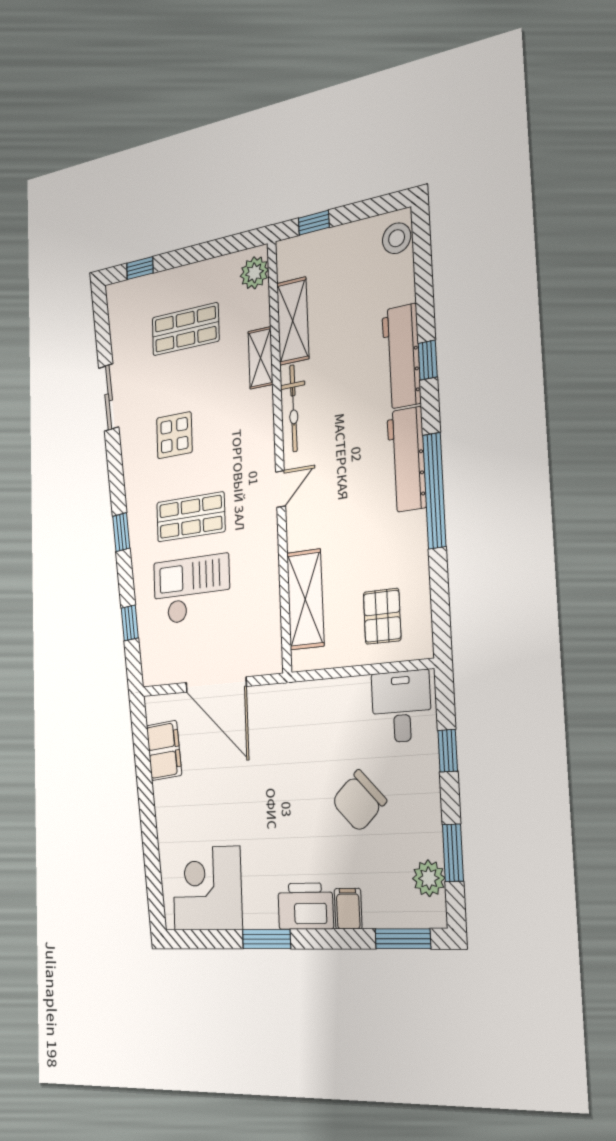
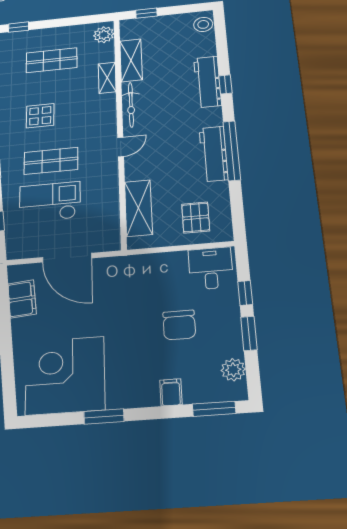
workbench: (407, 460) -> (214, 154), moved
chair: (359, 801) -> (179, 325), turned -47
window: (453, 853) -> (249, 333), moved
corner desk: (207, 888) -> (65, 375), width x1.36, depth x1.36
printer: (305, 906) -> (137, 393), removed

